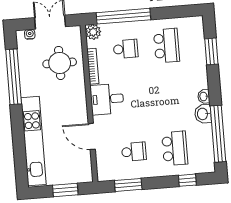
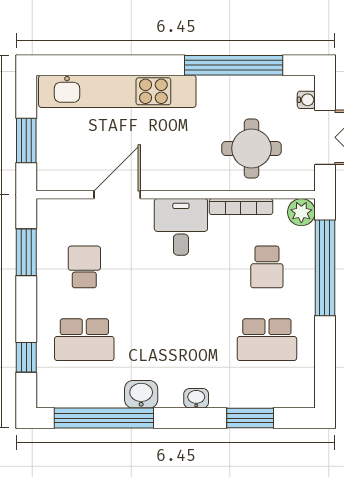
washbasin: (204, 96) -> (196, 398), moved
school desk: (134, 152) -> (84, 267), turned 180

